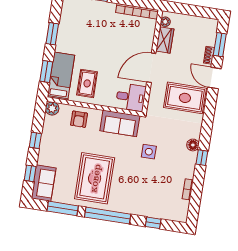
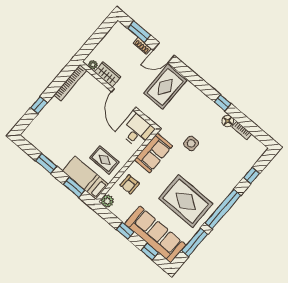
armchair: (79, 119) -> (130, 184), turned 90
floor lamp: (193, 145) -> (228, 121), moved
sofa: (44, 183) -> (155, 234), width x1.85, depth x1.27

